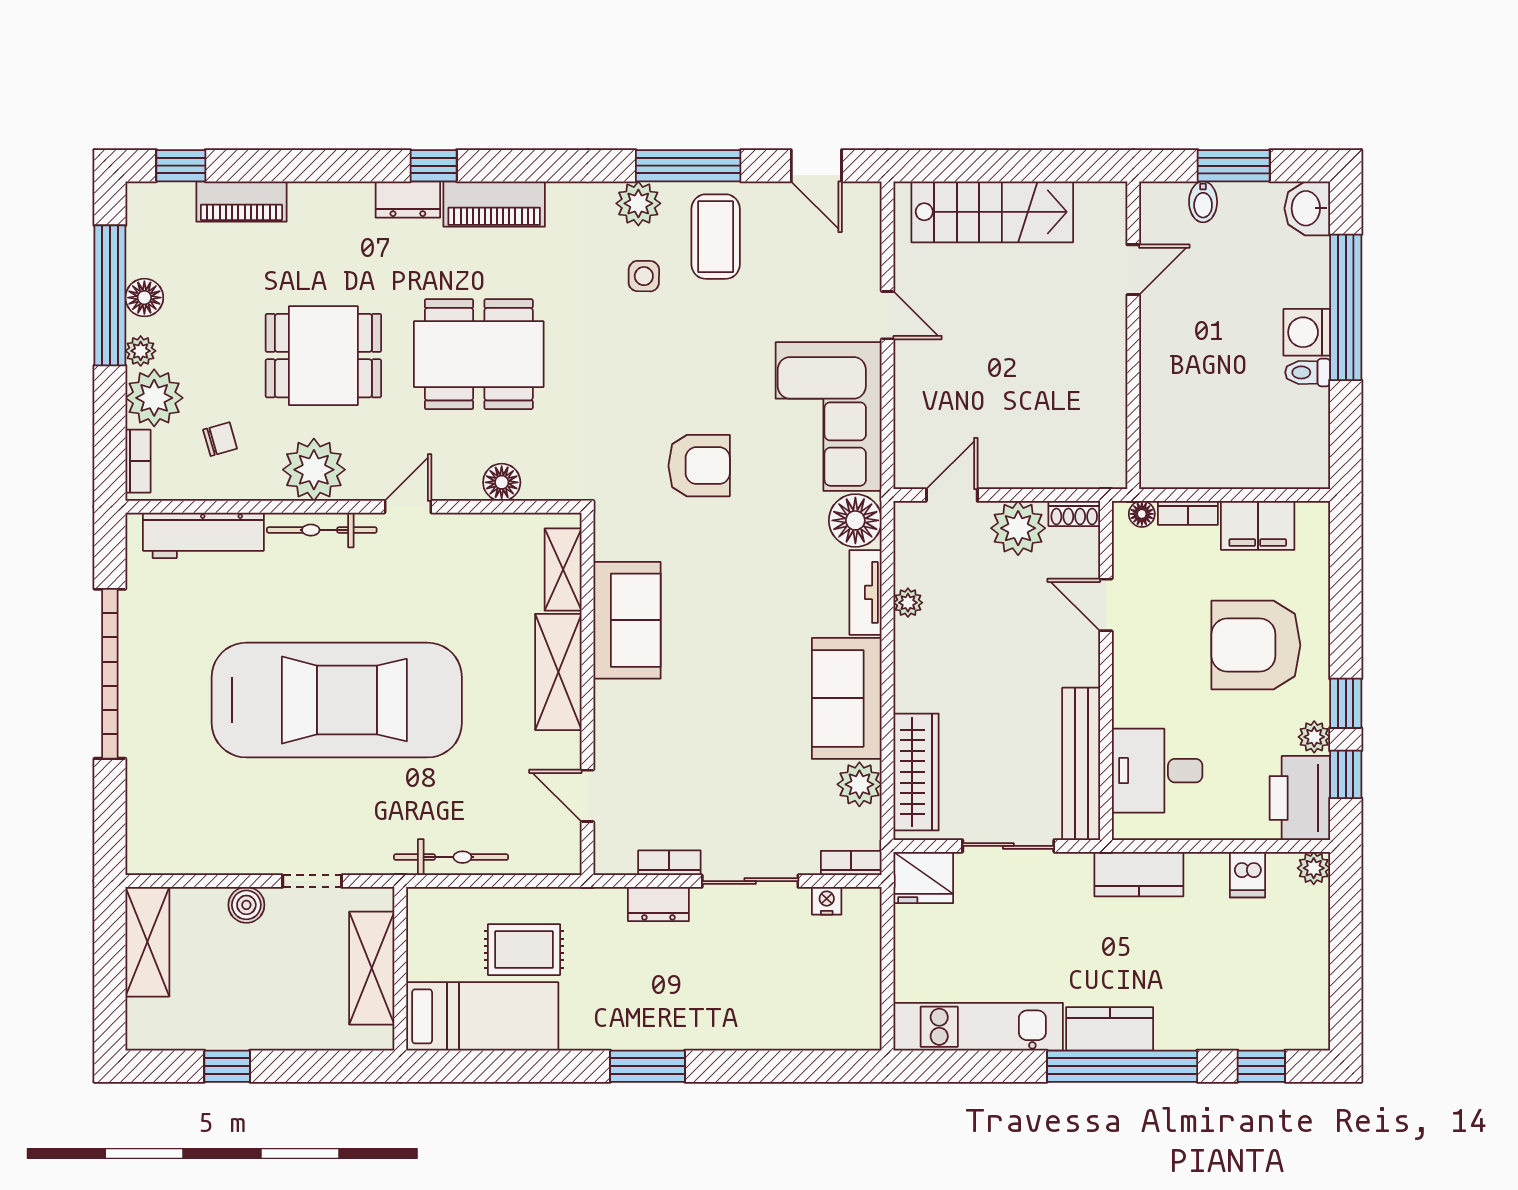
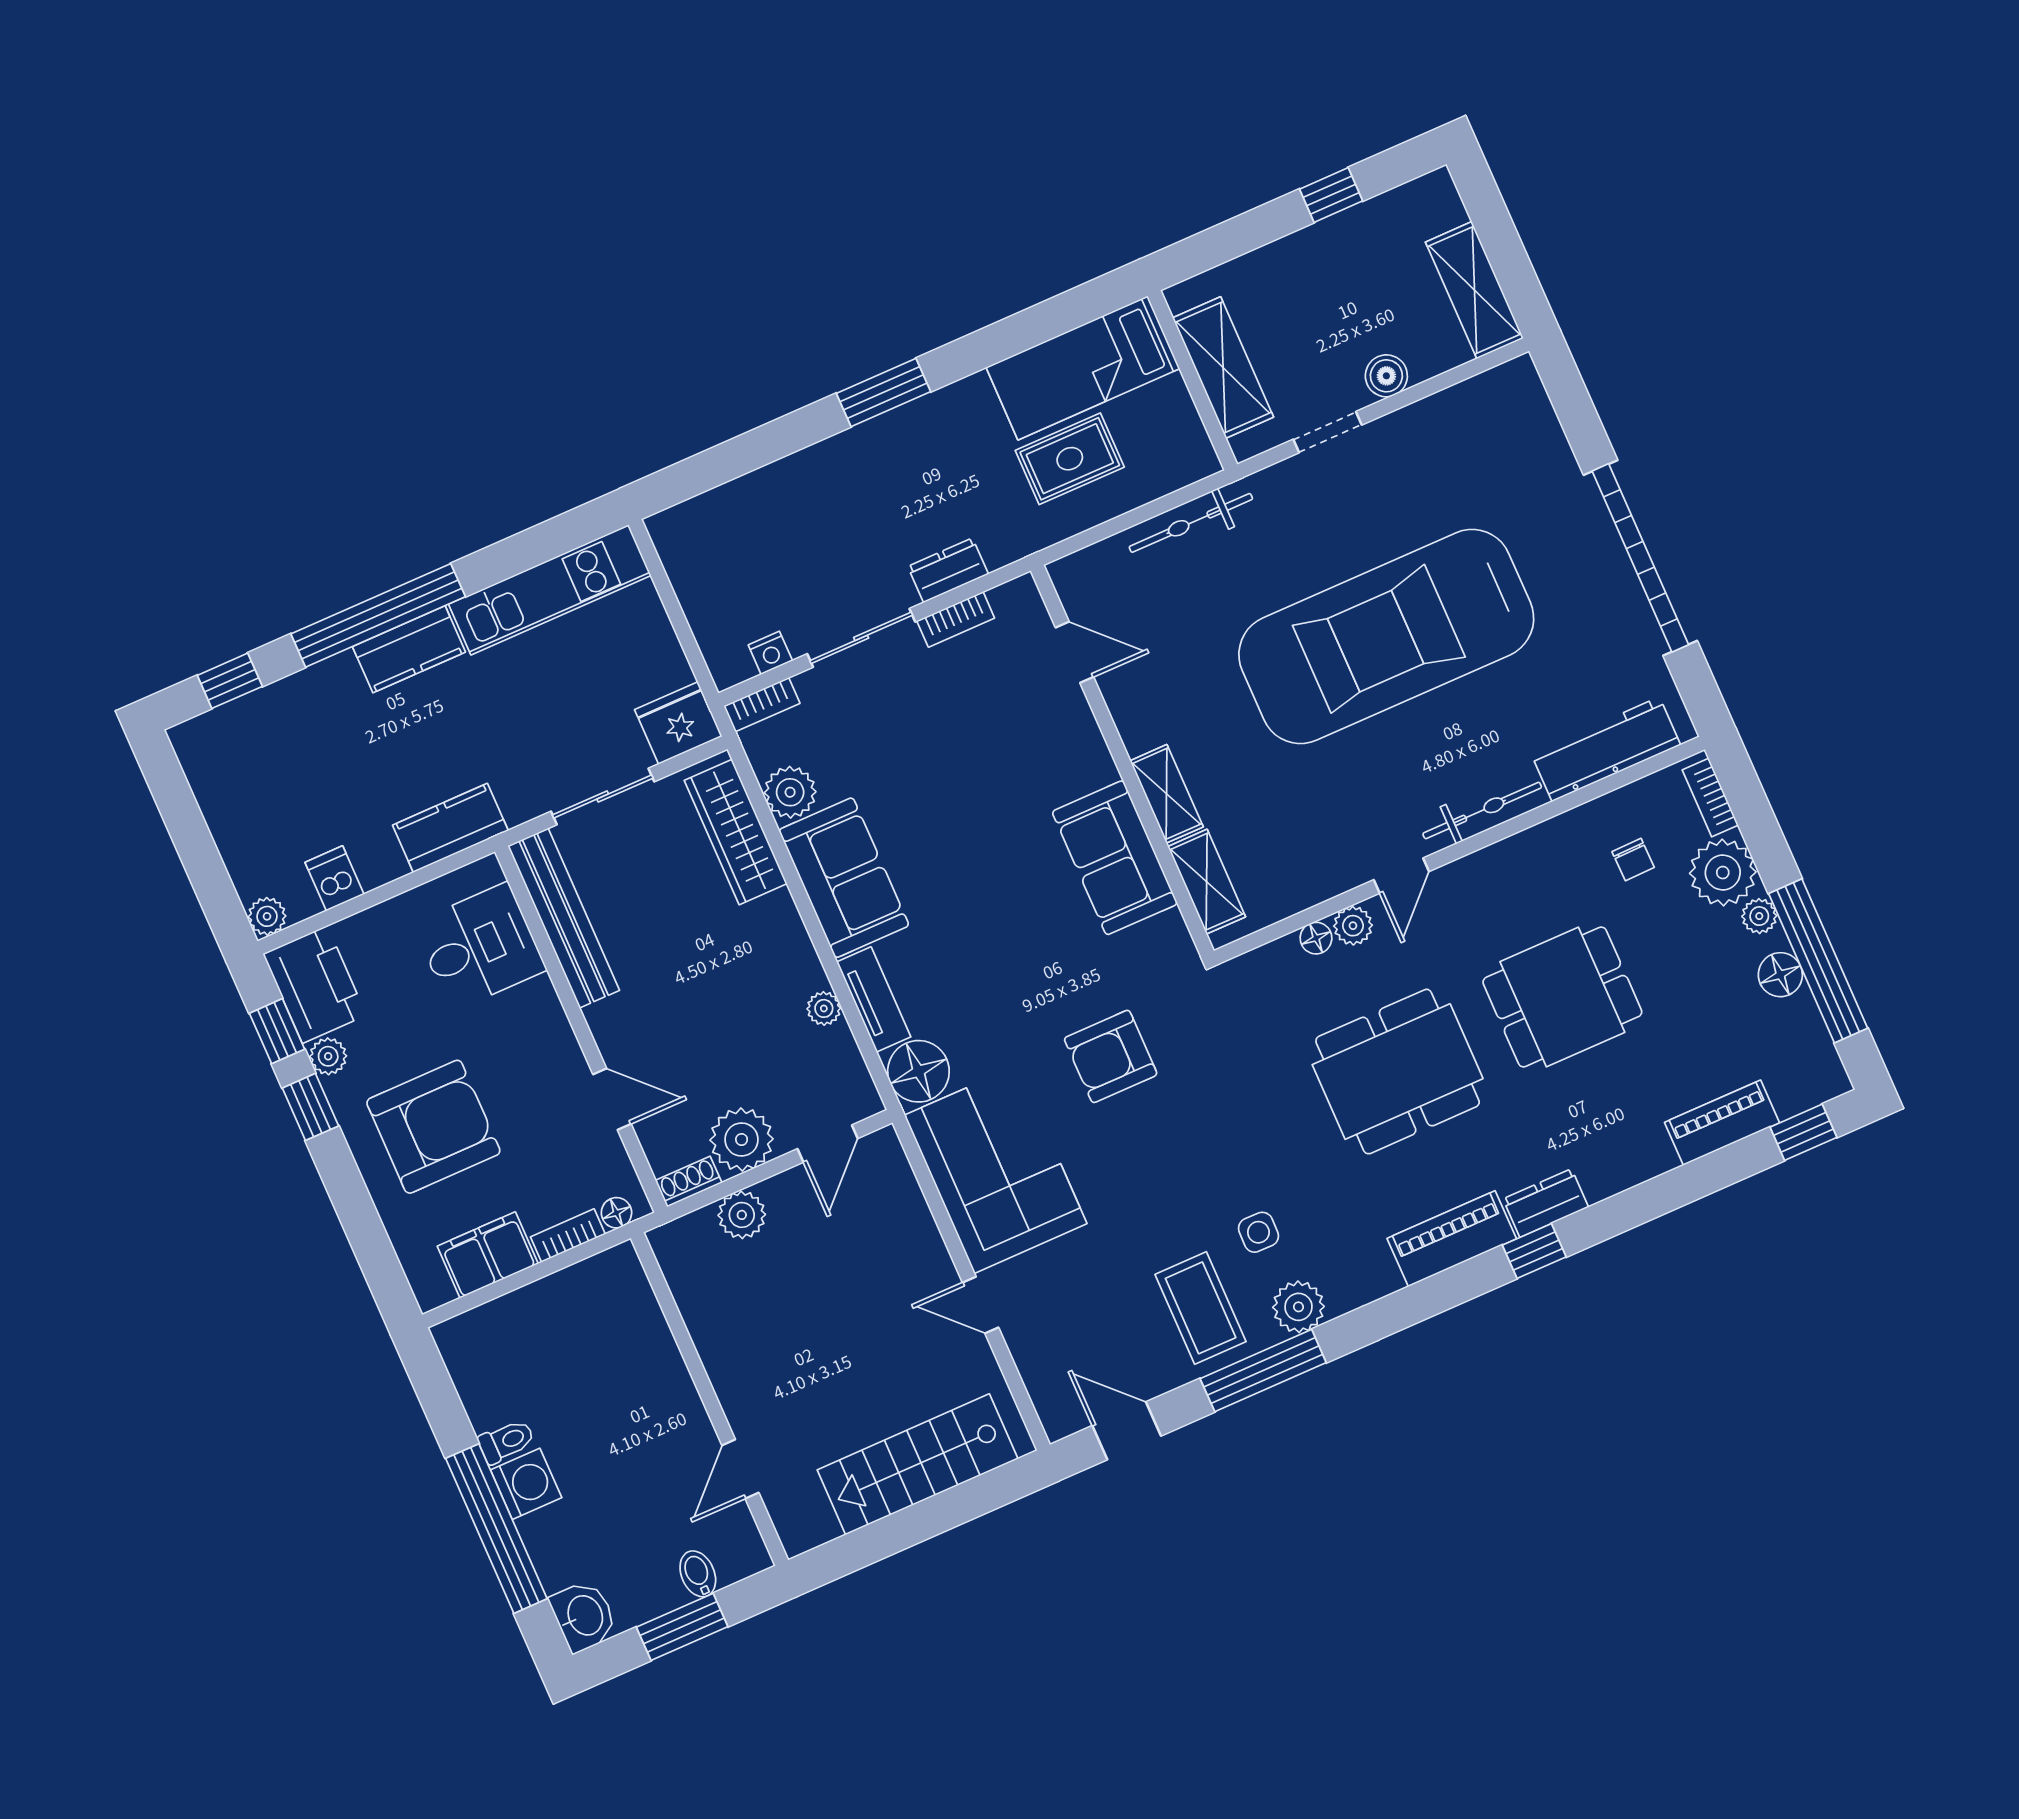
chair: (220, 439) -> (1633, 860), turned -75
plant: (1044, 469) -> (742, 1215), added
plant: (314, 470) -> (1353, 926), moved, width x0.53, depth x0.53
floor lamp: (502, 482) -> (1316, 938), width x0.73, depth x0.73
shelving: (558, 672) -> (1167, 794), width x0.67, depth x0.75

